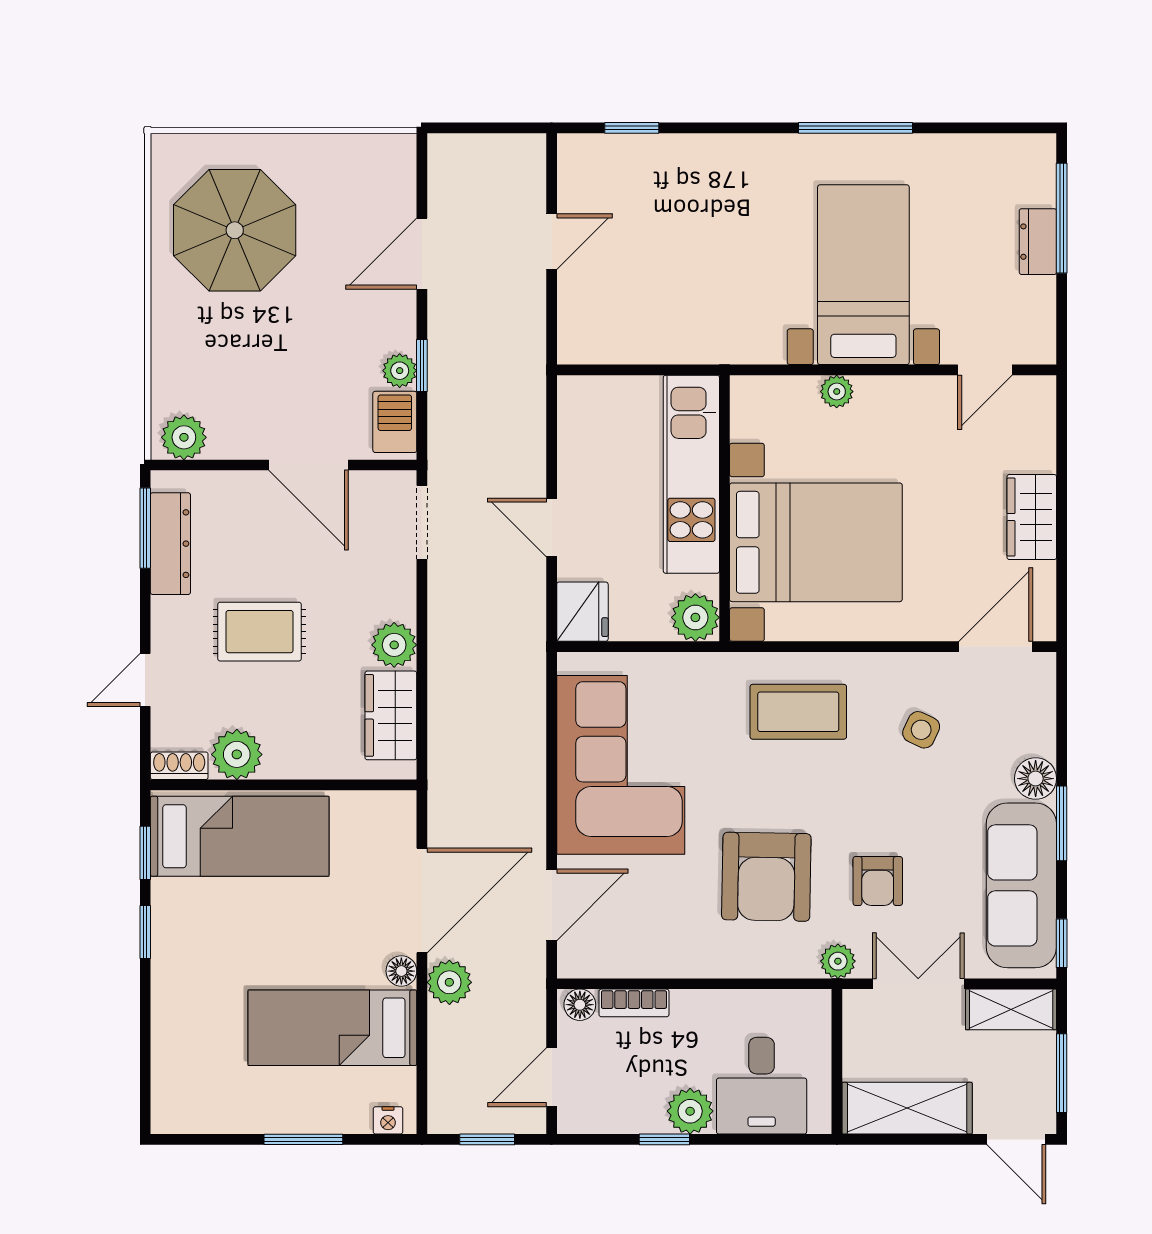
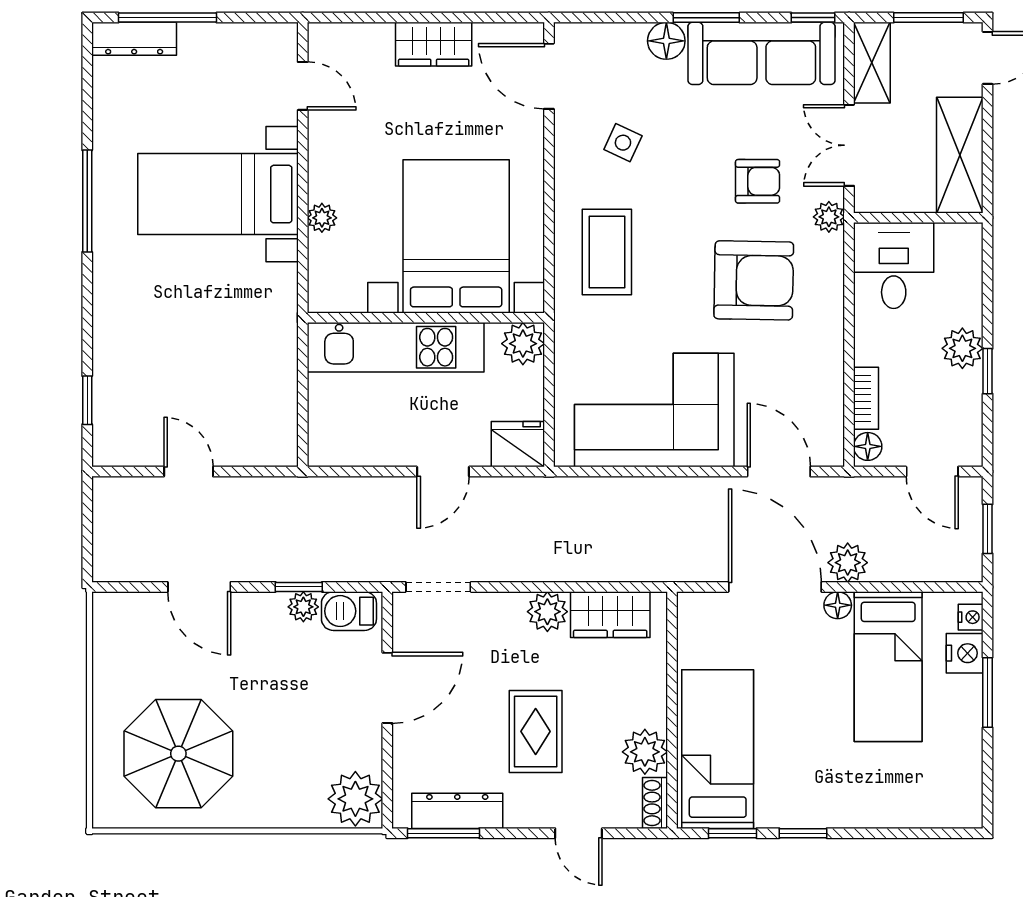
dresser: (1038, 242) -> (134, 39), moved, width x1.44
plant: (184, 437) -> (355, 799), width x1.36, depth x1.36
desk: (762, 1086) -> (894, 265), moved, turned -90
nightstand: (348, 1114) -> (965, 653), added

